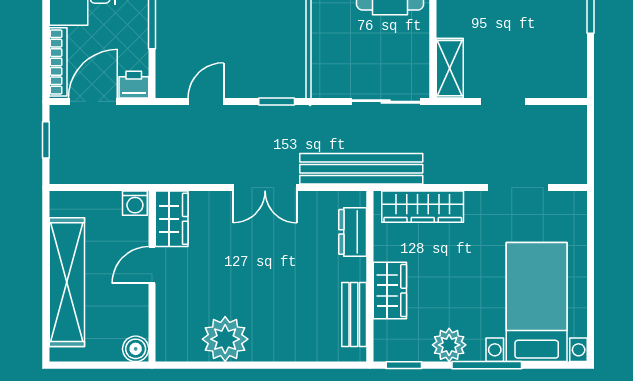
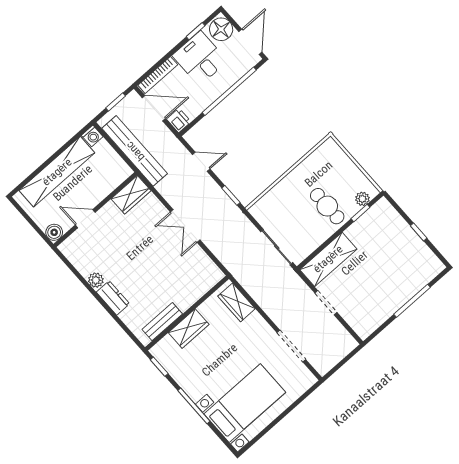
shelving: (450, 68) -> (328, 259), width x1.50, depth x1.33
bench: (361, 169) -> (135, 151), moved
washing machine: (135, 203) -> (92, 136), moved, turned -90
wardrobe: (423, 207) -> (237, 302), width x0.67
dresser: (353, 232) -> (113, 298), moved, turned 90
door: (152, 265) -> (85, 219), moved
plant: (225, 339) -> (96, 280), width x0.53, depth x0.53
plant: (449, 345) -> (188, 380), removed

